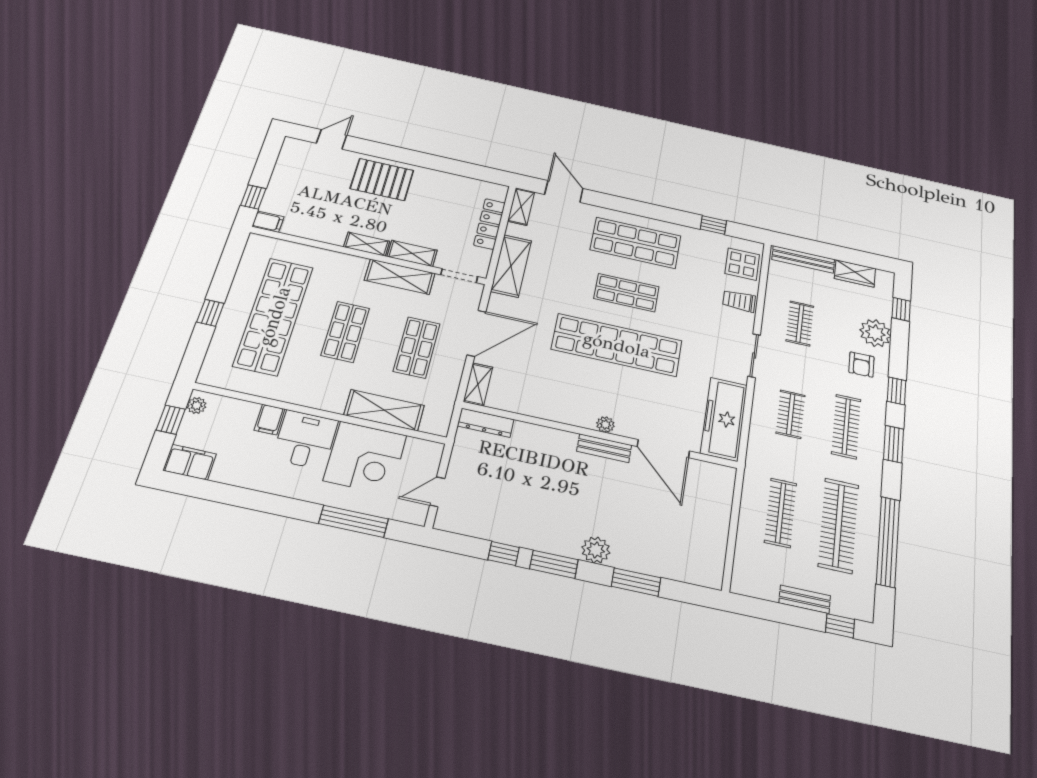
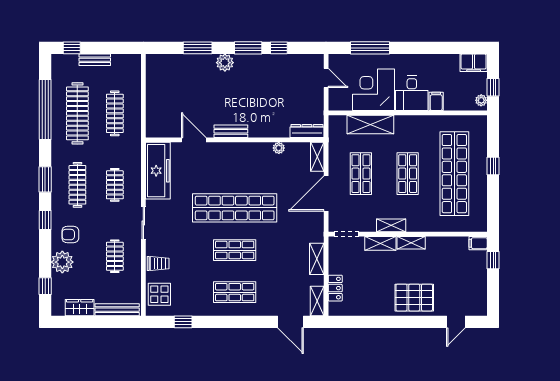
locker: (490, 224) -> (335, 288), width x0.66
shop shelf: (636, 243) -> (235, 292), width x0.70, depth x0.74
shelving: (511, 266) -> (317, 259), width x0.67, depth x0.75
shelving: (400, 277) -> (391, 225), width x0.67, depth x0.75
armchair: (861, 365) -> (70, 235), turned -89
plant: (605, 425) -> (279, 148), moved
door: (663, 449) -> (194, 140), width x0.73
door: (437, 492) -> (326, 78), hinge flipped

